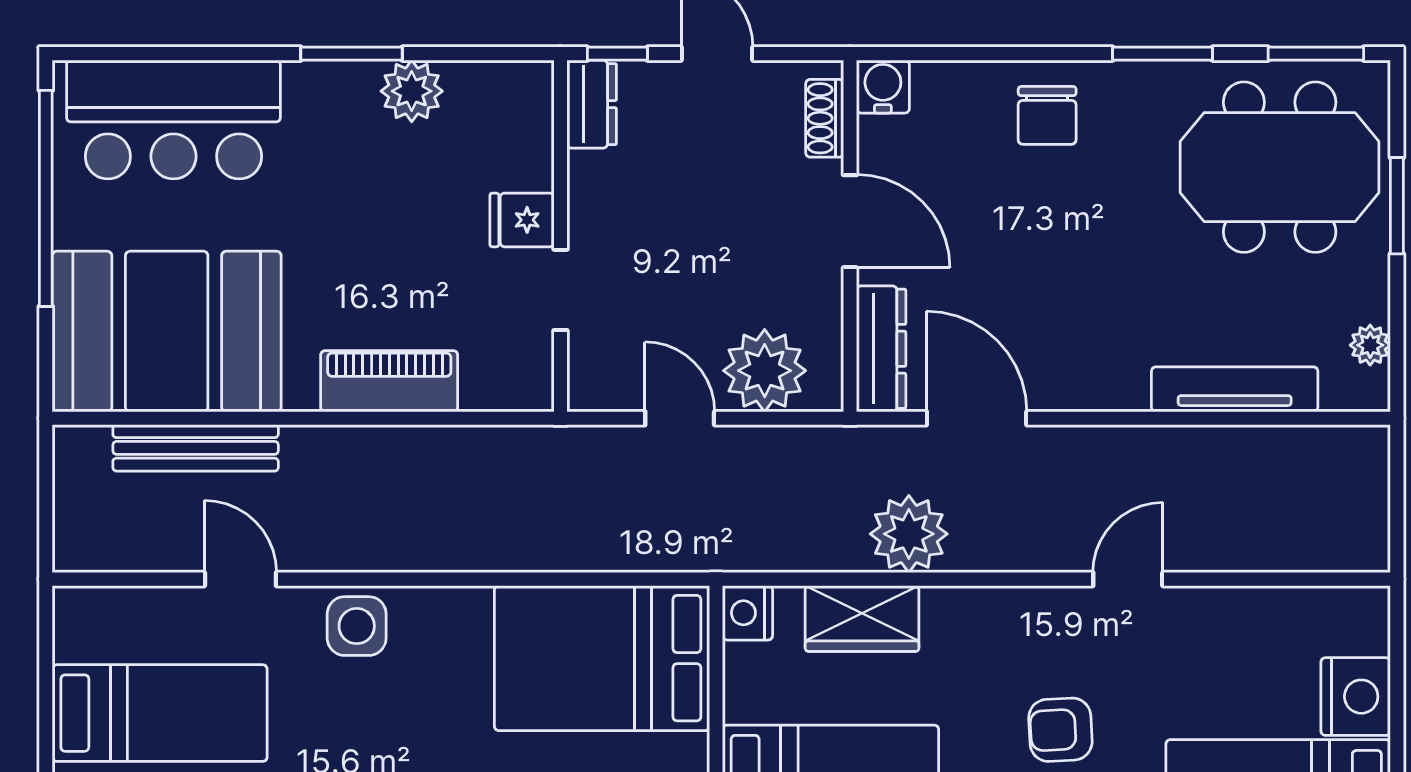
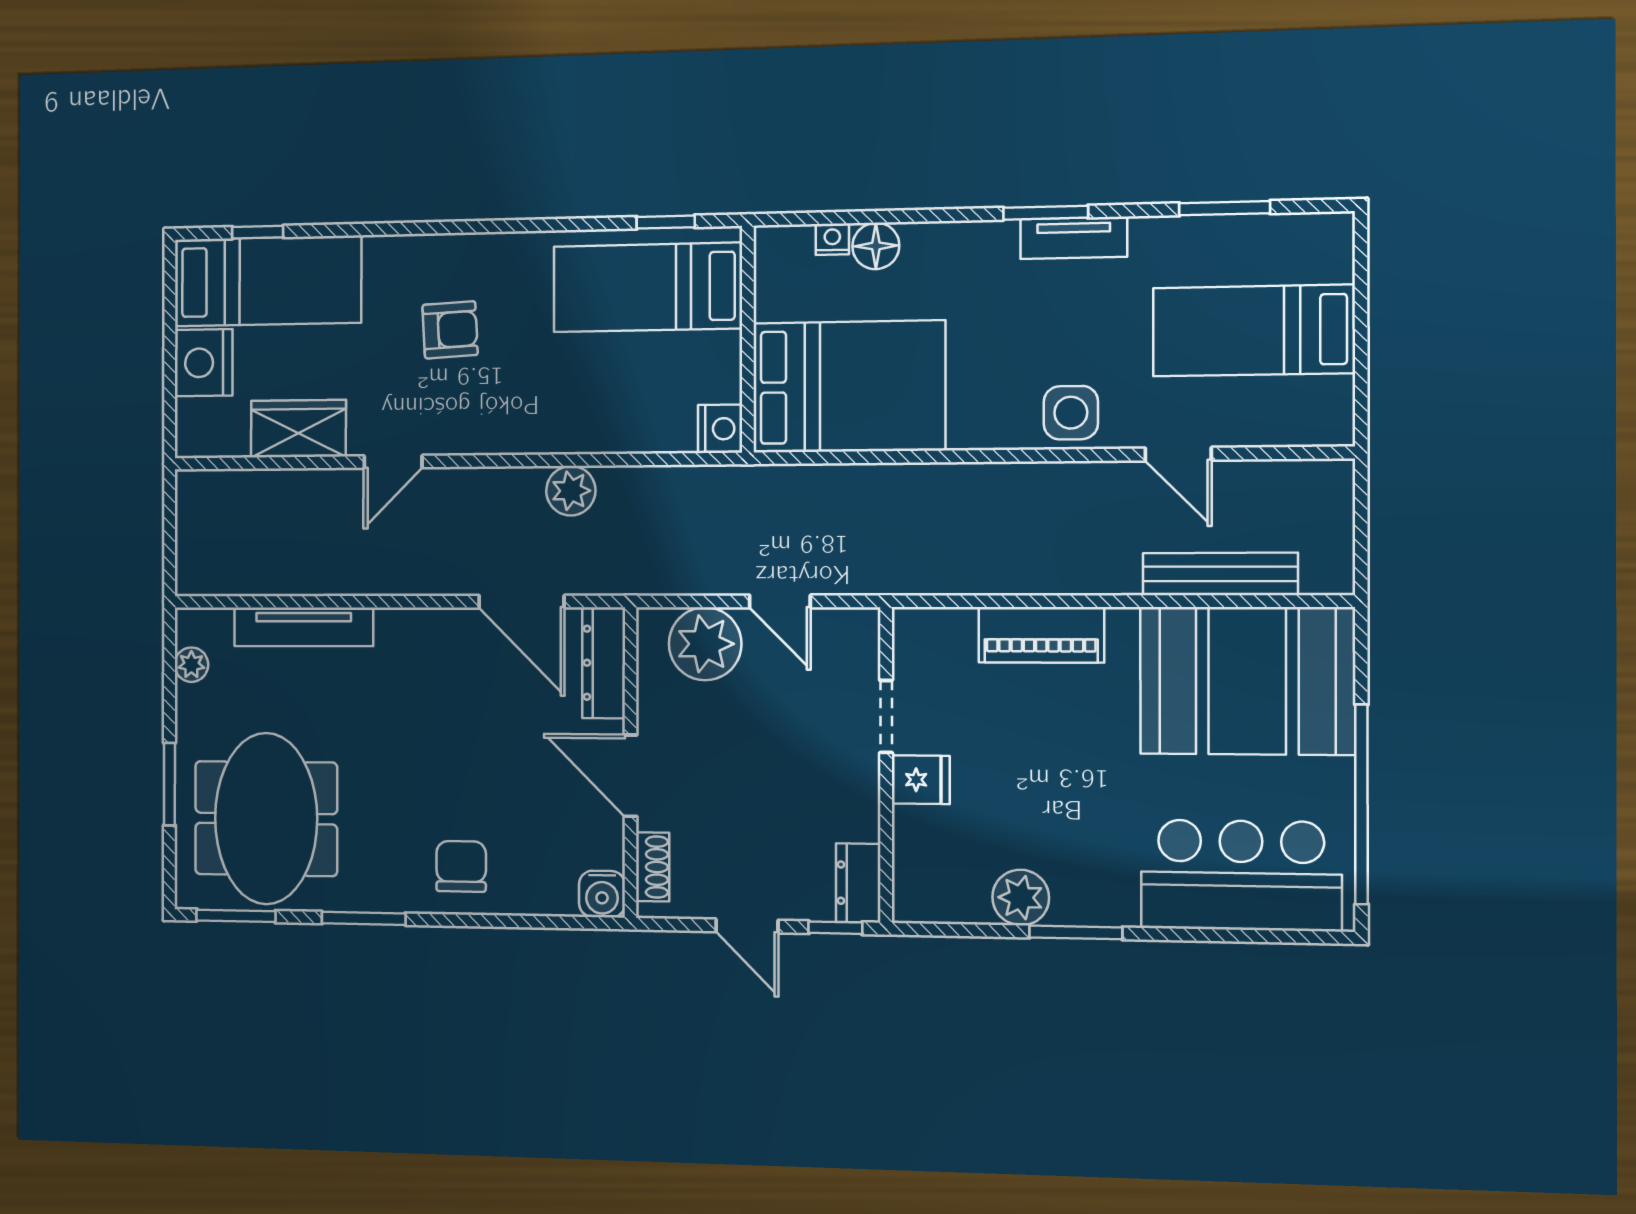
meeting table: (1280, 167) -> (266, 819), turned 90
plant: (909, 534) -> (571, 491), width x0.73, depth x0.73
wardrobe: (862, 618) -> (298, 429), moved

